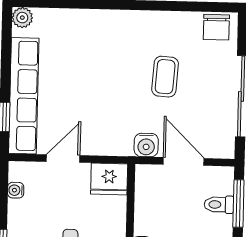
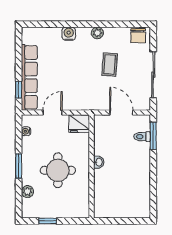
plant: (22, 18) -> (97, 33), moved
water cooler: (146, 145) -> (69, 34), moved, turned 180

